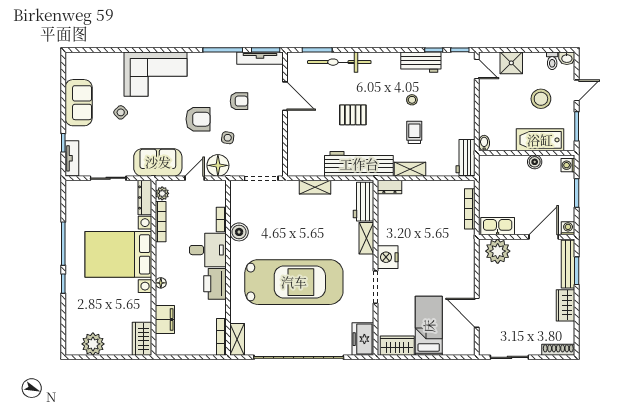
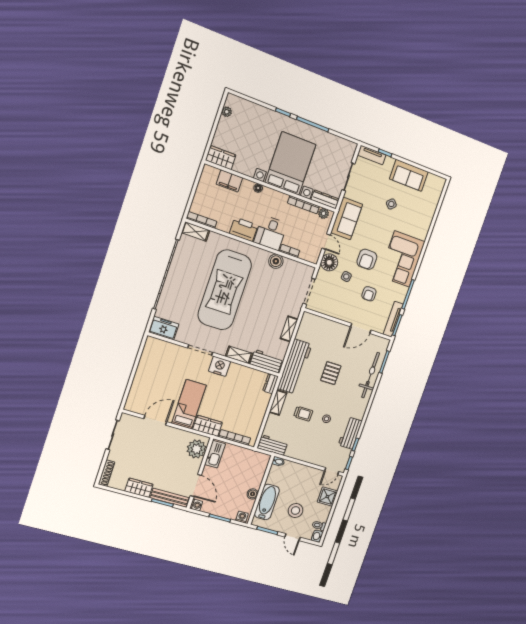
corner sofa: (155, 74) -> (402, 259), moved
bed: (429, 326) -> (189, 404), moved, turned -90
plant: (93, 344) -> (227, 112), width x0.53, depth x0.53
wardrobe: (397, 346) -> (207, 426), moved, turned -90

